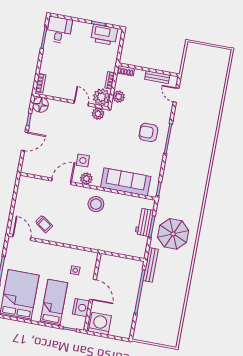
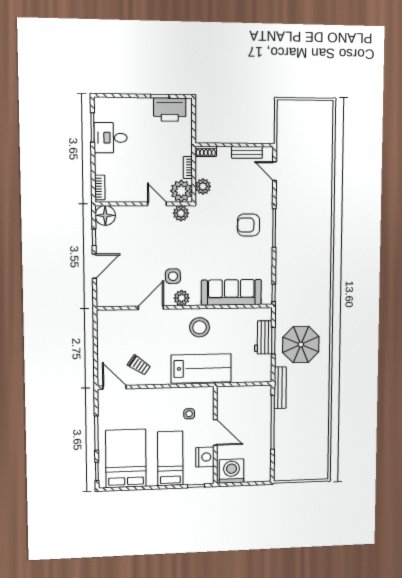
desk: (59, 30) -> (111, 138), moved, turned -90
lab bench: (91, 237) -> (201, 368), added

